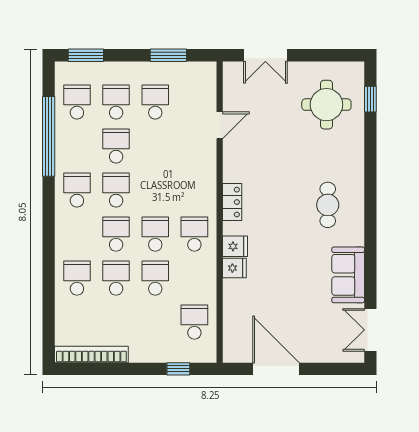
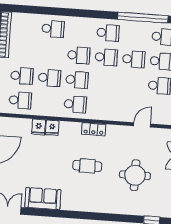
round table: (326, 105) -> (135, 175), moved
door: (220, 125) -> (142, 125), swing flipped
cafe table: (328, 205) -> (87, 166), moved
fridge: (235, 246) -> (39, 127), moved
school desk: (116, 278) -> (22, 76), moved

